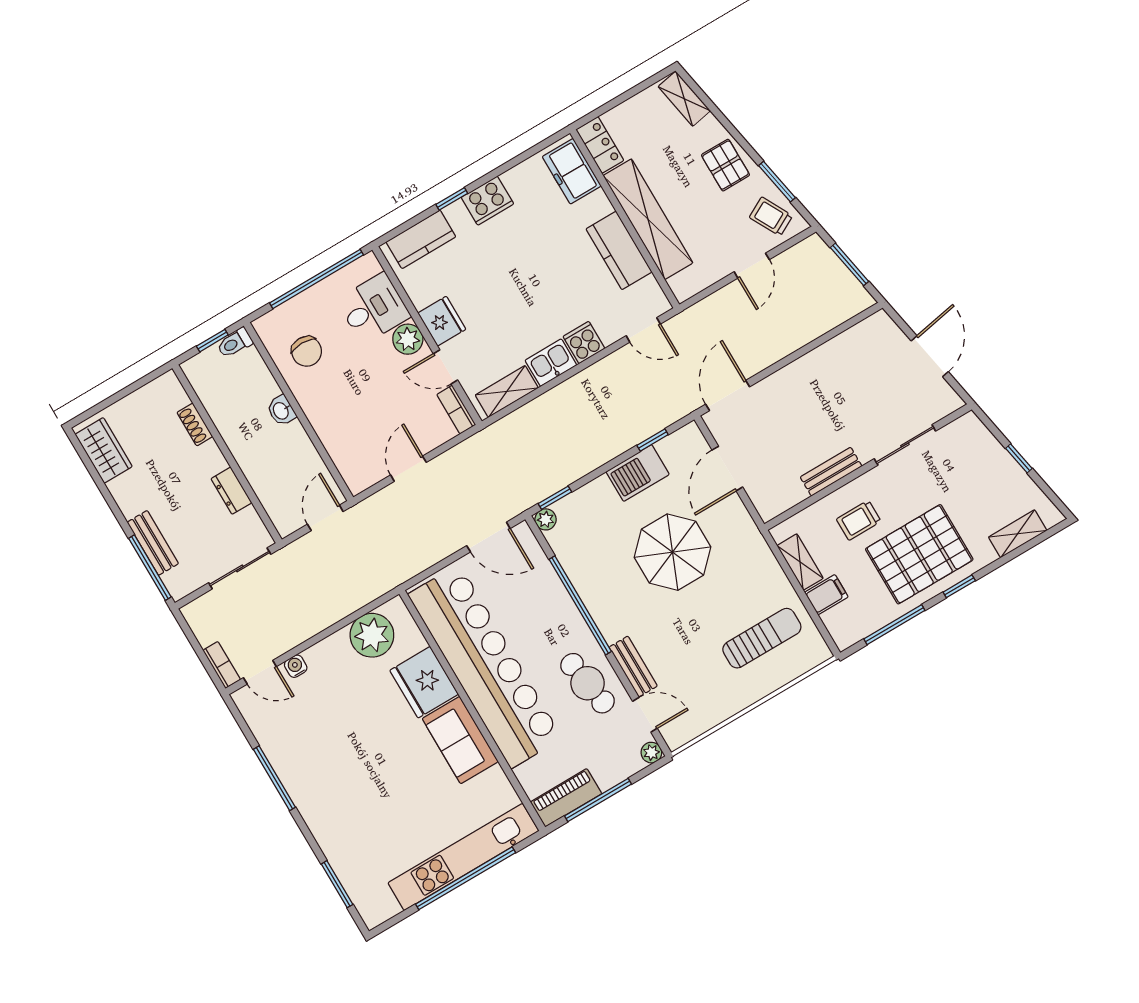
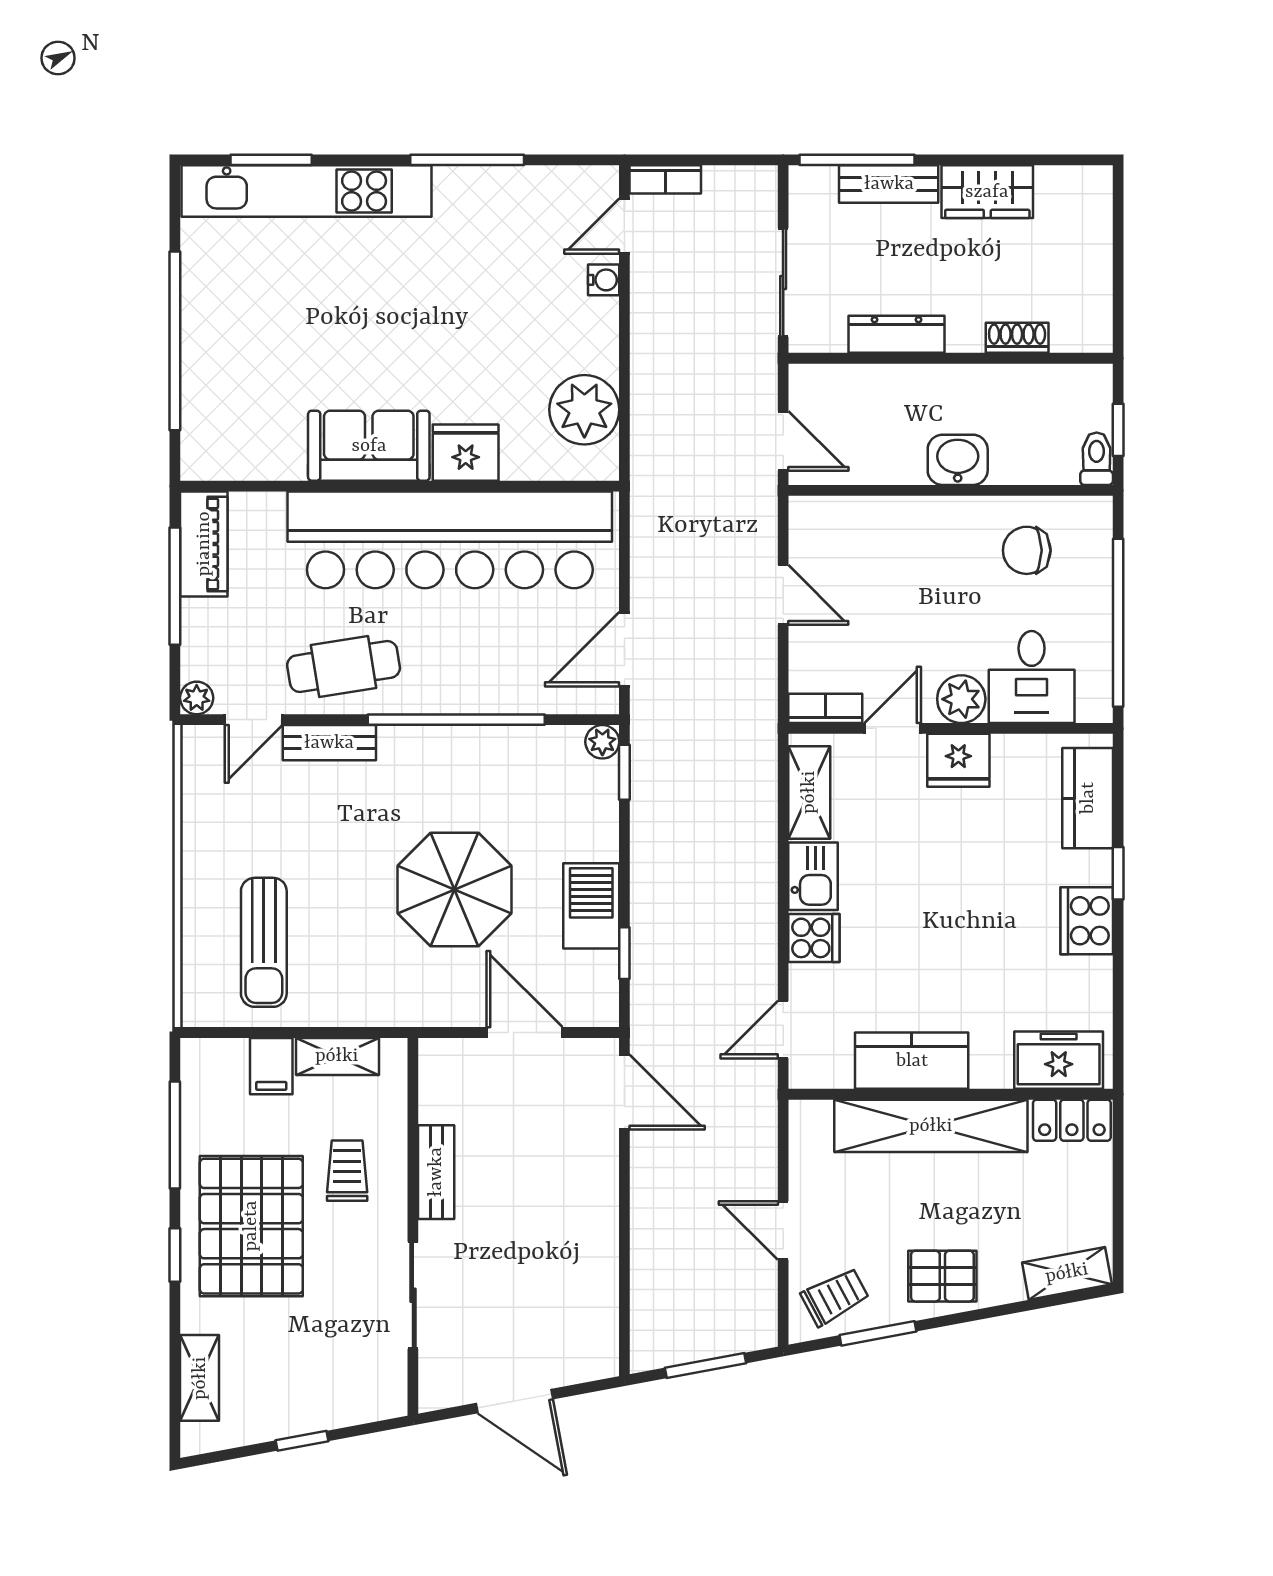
washbasin: (281, 411) -> (958, 460), width x1.38, depth x1.45
wardrobe: (104, 450) -> (987, 192), moved
dresser: (231, 491) -> (897, 334), width x1.44
fridge: (424, 682) -> (466, 453), width x0.73, depth x0.75
kitchen unit: (463, 857) -> (307, 191), moved, turned 90

